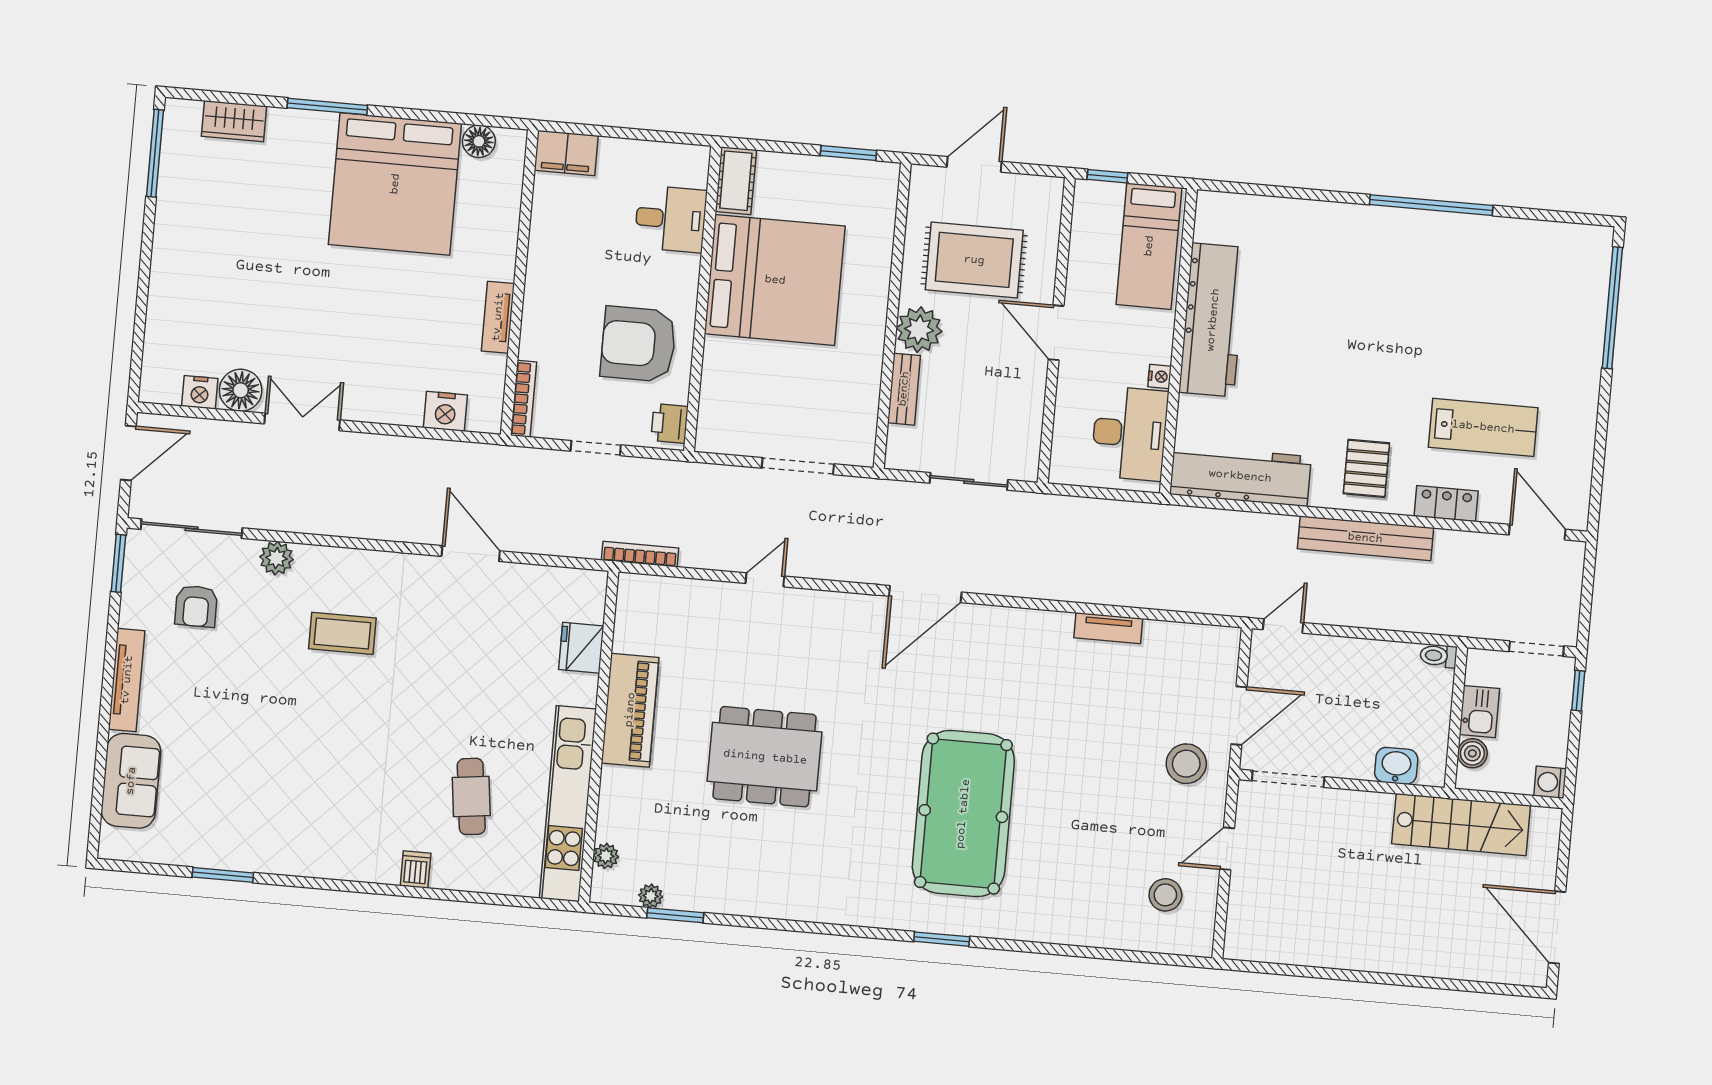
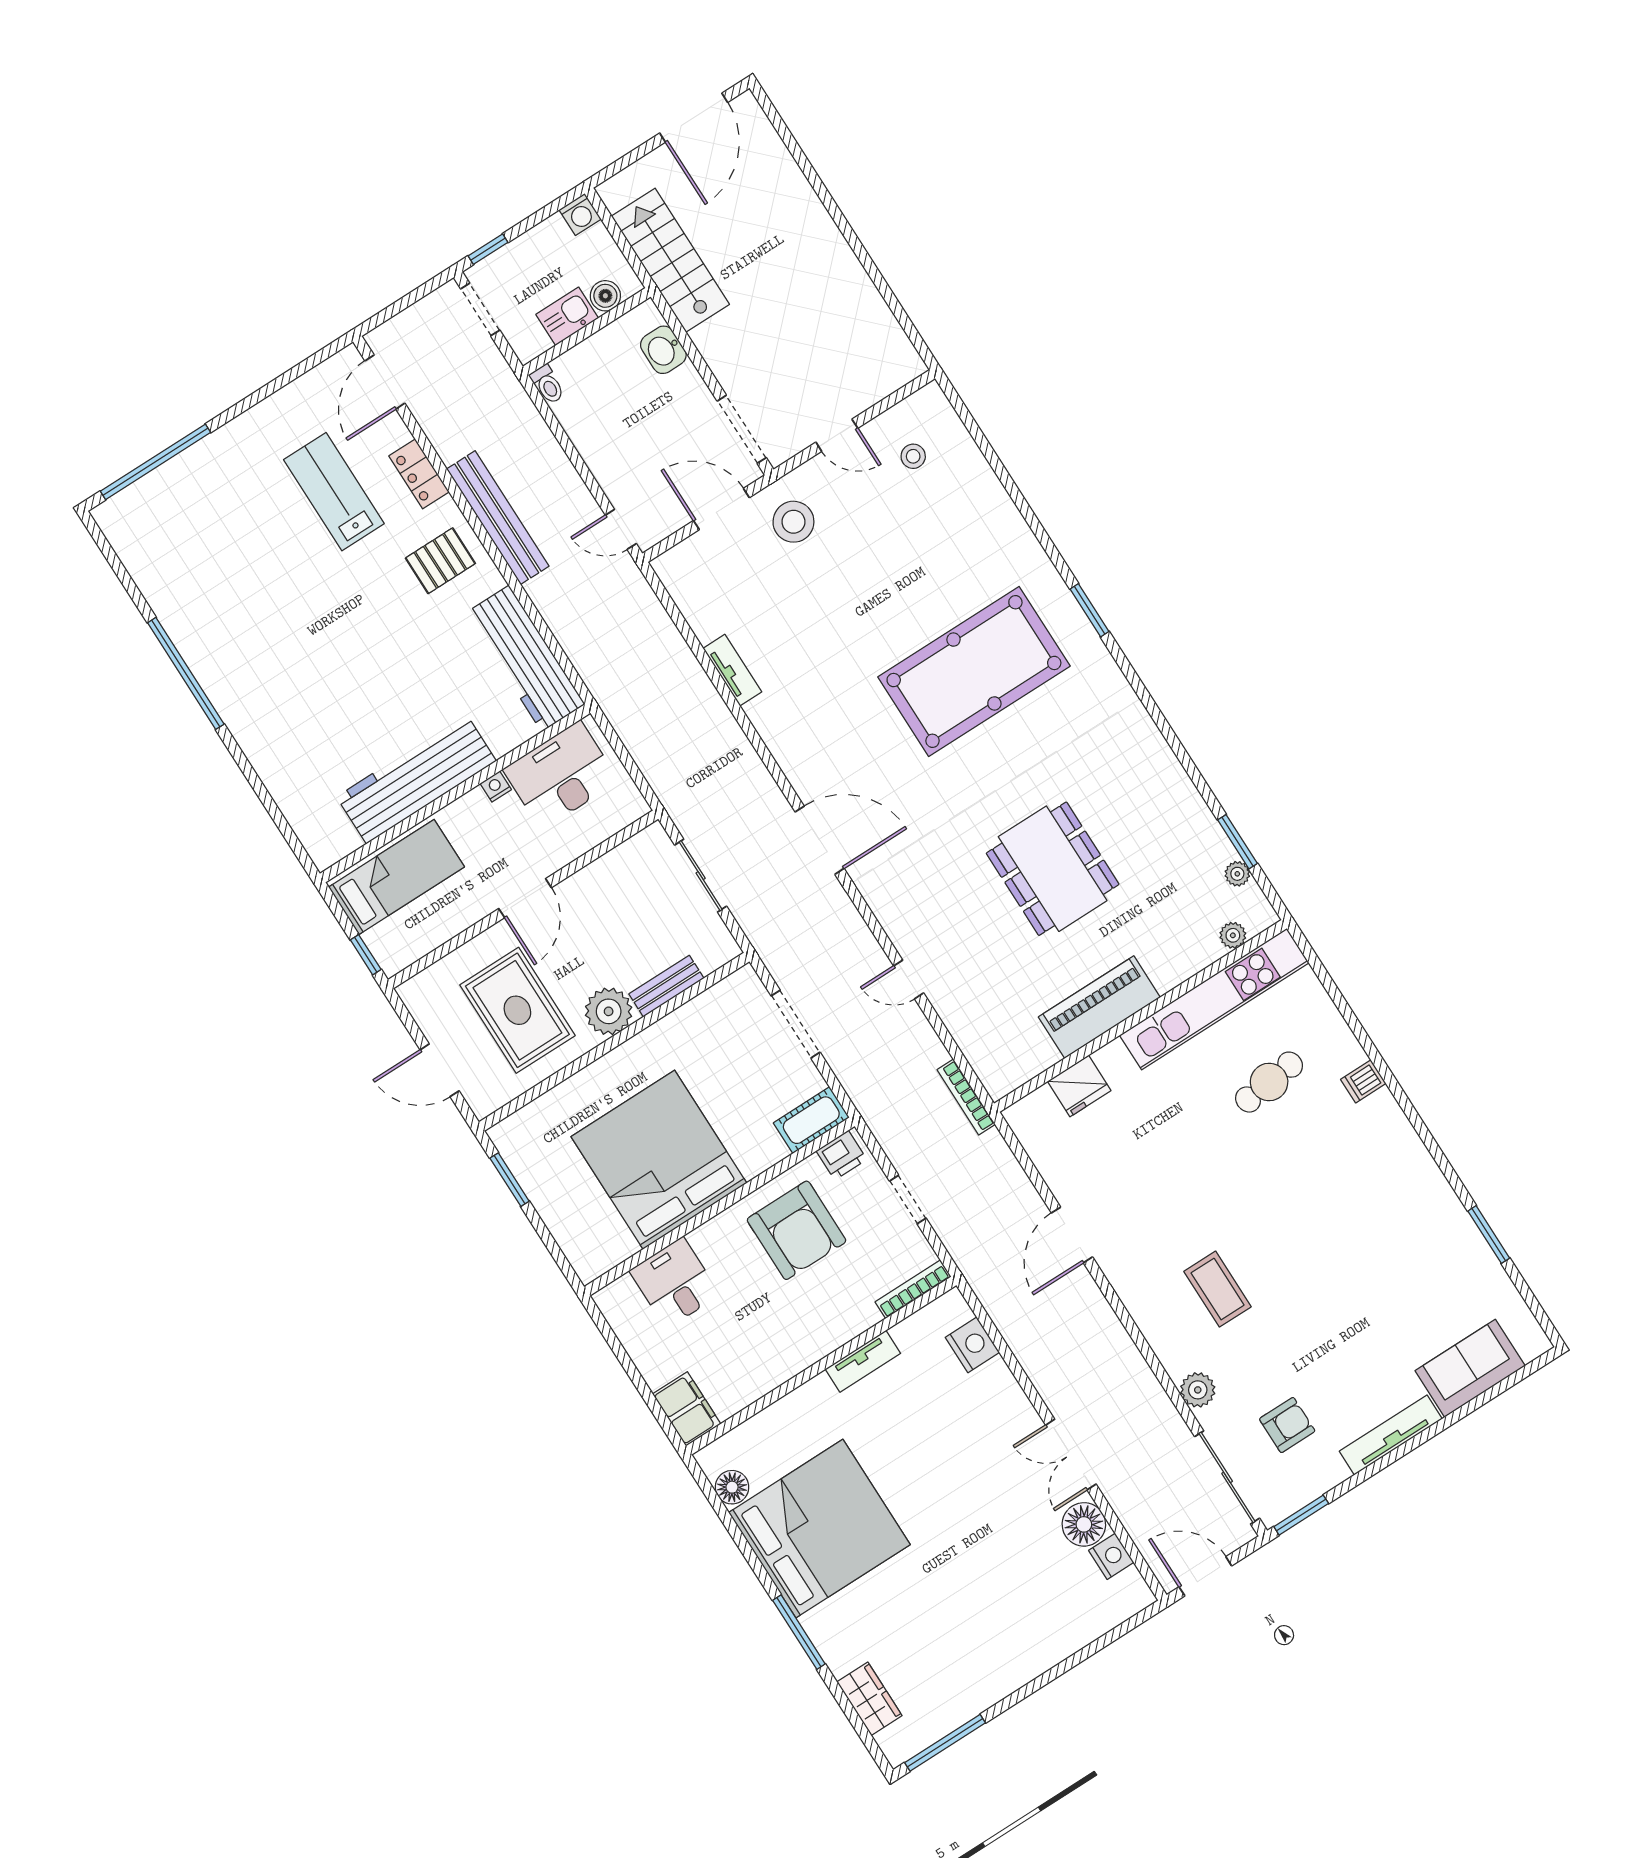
cot: (736, 181) -> (811, 1120), moved
stool: (1165, 895) -> (913, 456), width x0.73, depth x0.73

